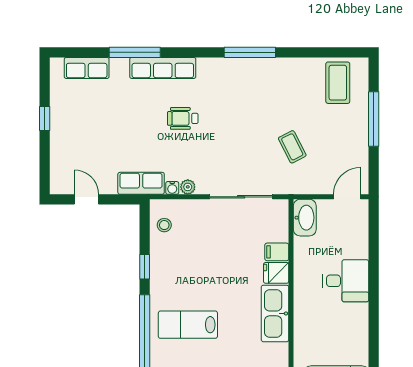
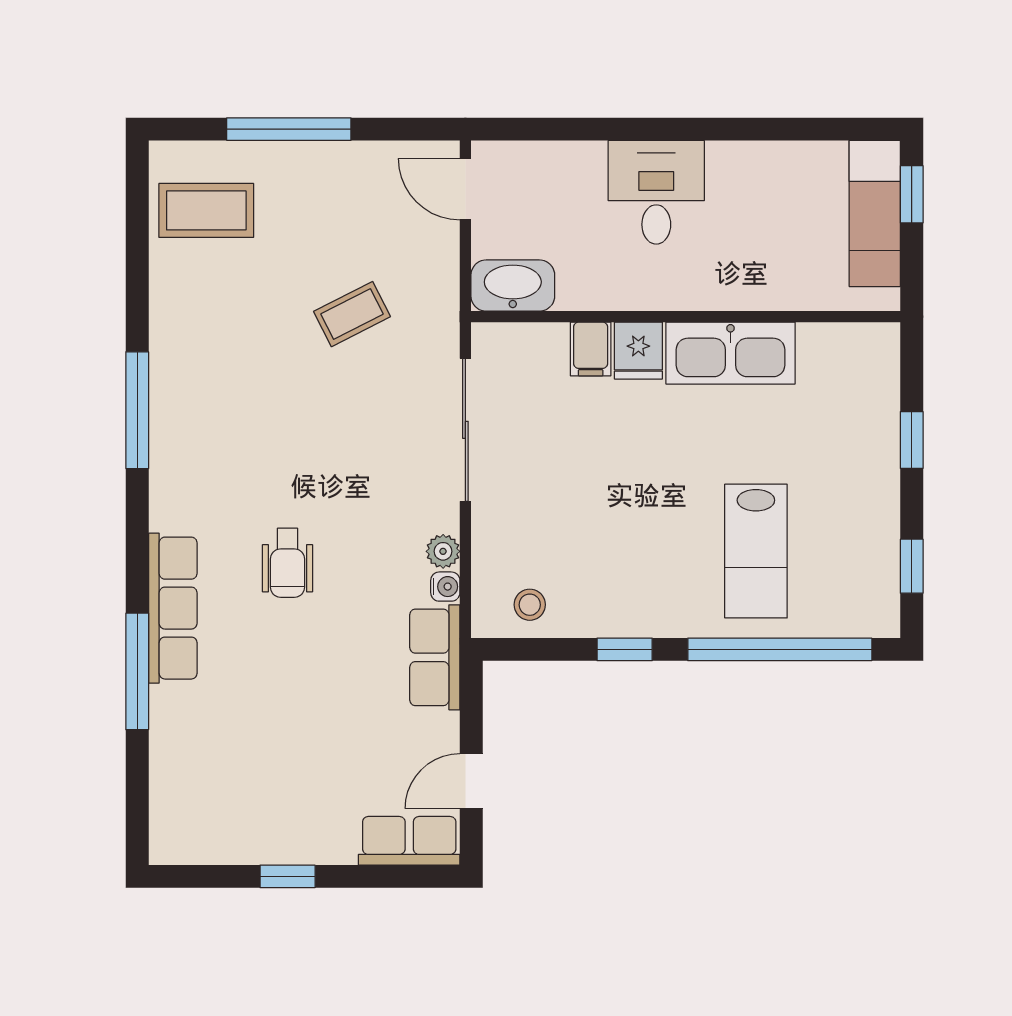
row of seats: (87, 68) -> (409, 841), moved, turned -90

